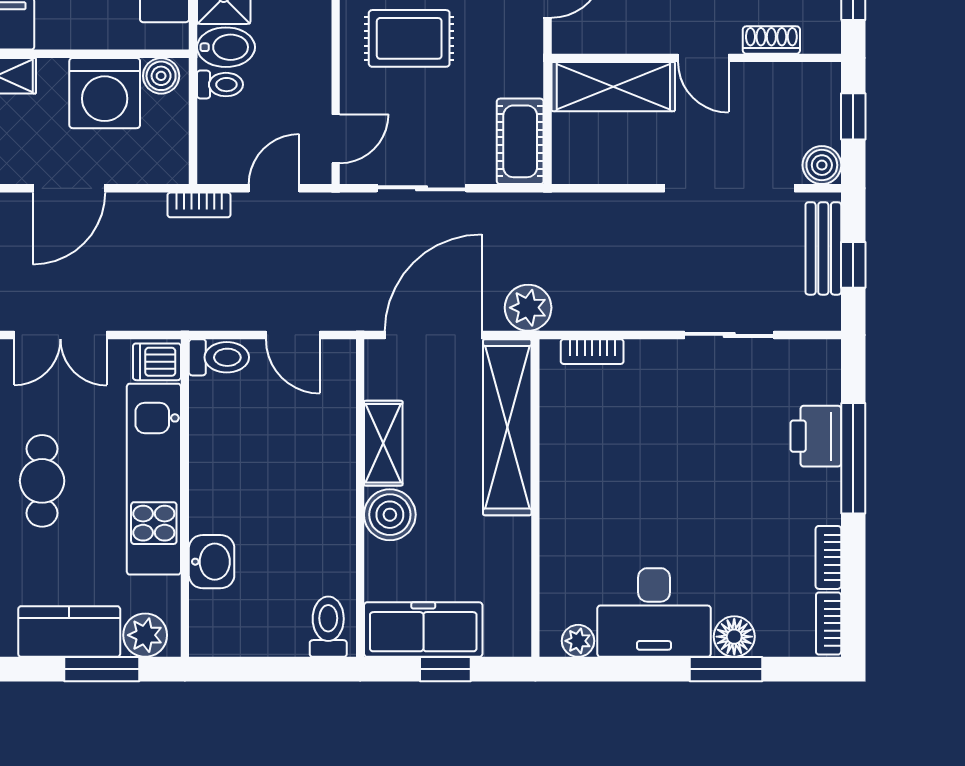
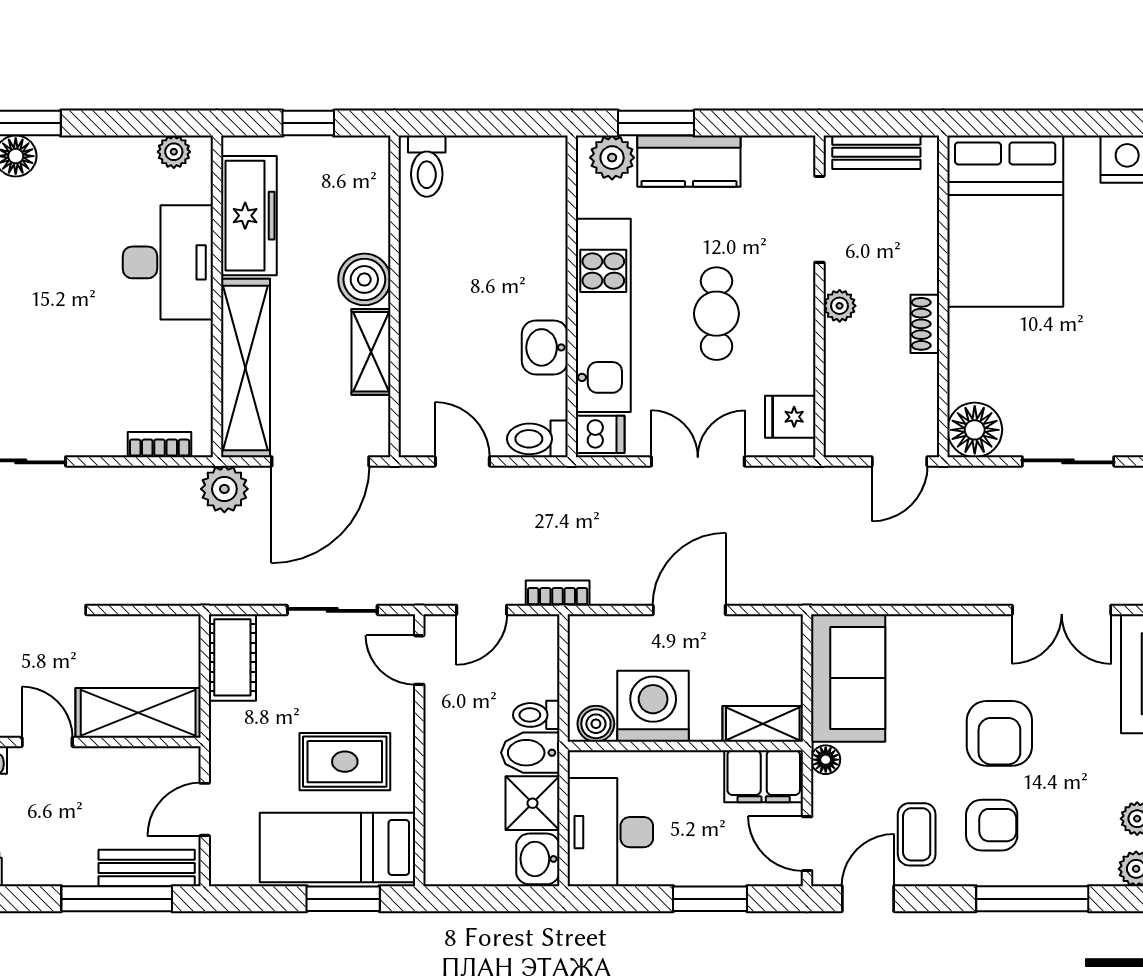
door: (336, 139) -> (419, 660), hinge flipped
washbasin: (212, 562) -> (545, 347), moved
desk: (654, 612) -> (168, 262), moved, turned 90
freezer: (423, 630) -> (249, 216), moved, turned -90

